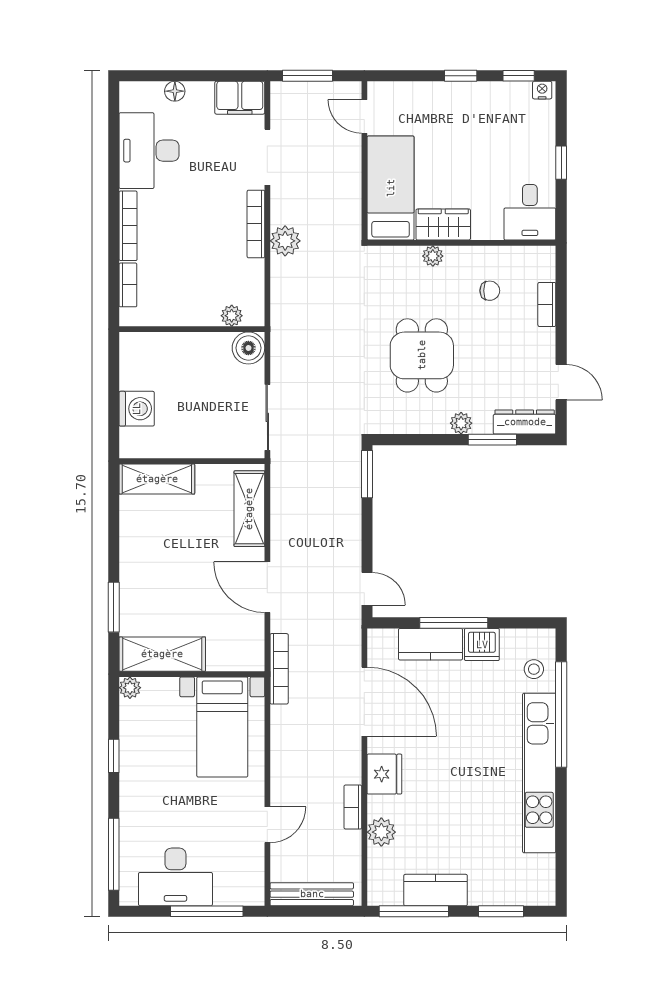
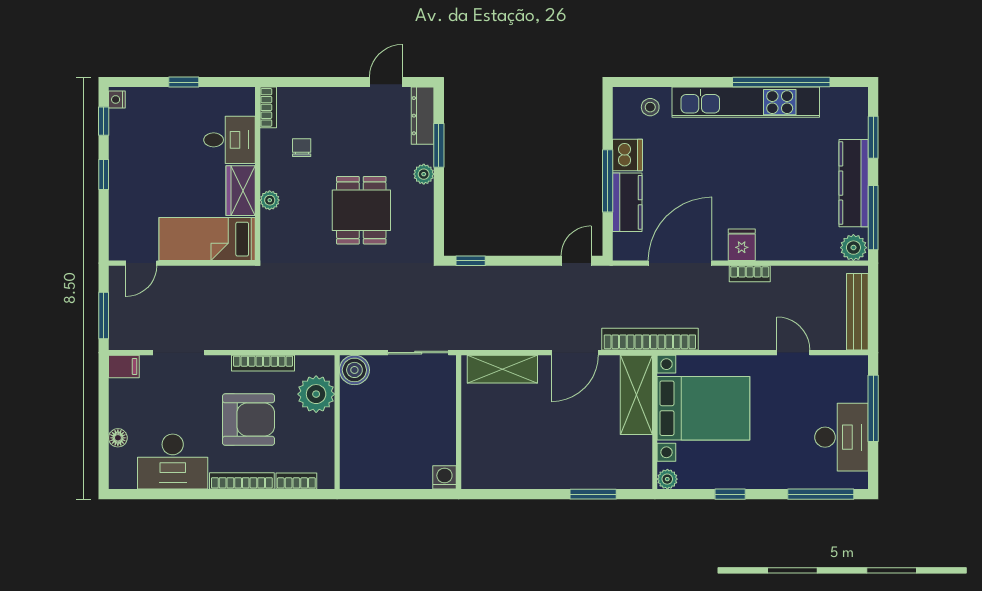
filing cabinet: (240, 98) -> (124, 366), width x0.50
desk: (530, 212) -> (229, 140), moved
bookcase: (256, 224) -> (263, 363), moved
armchair: (195, 233) -> (248, 420), added
plant: (285, 241) -> (256, 336), removed
bookcase: (547, 304) -> (268, 107), moved, turned -90
plant: (232, 316) -> (316, 394), width x1.88, depth x1.88
dining table: (422, 355) -> (361, 210), turned 90
washing machine: (137, 409) -> (444, 477), moved, width x0.73, depth x0.73
window: (367, 474) -> (471, 261), width x0.67
shelving: (157, 479) -> (475, 454), removed
shelving: (162, 654) -> (636, 395), moved
bookcase: (279, 669) -> (650, 339), width x1.48, depth x1.31
window: (561, 715) -> (781, 82), moved
bed with nightstands: (222, 727) -> (703, 408), width x1.36
fridge: (384, 774) -> (742, 245), width x0.72
bookcase: (353, 807) -> (750, 274), moved
plant: (381, 832) -> (853, 248), moved
kitchen counter: (436, 890) -> (854, 183), width x1.50

